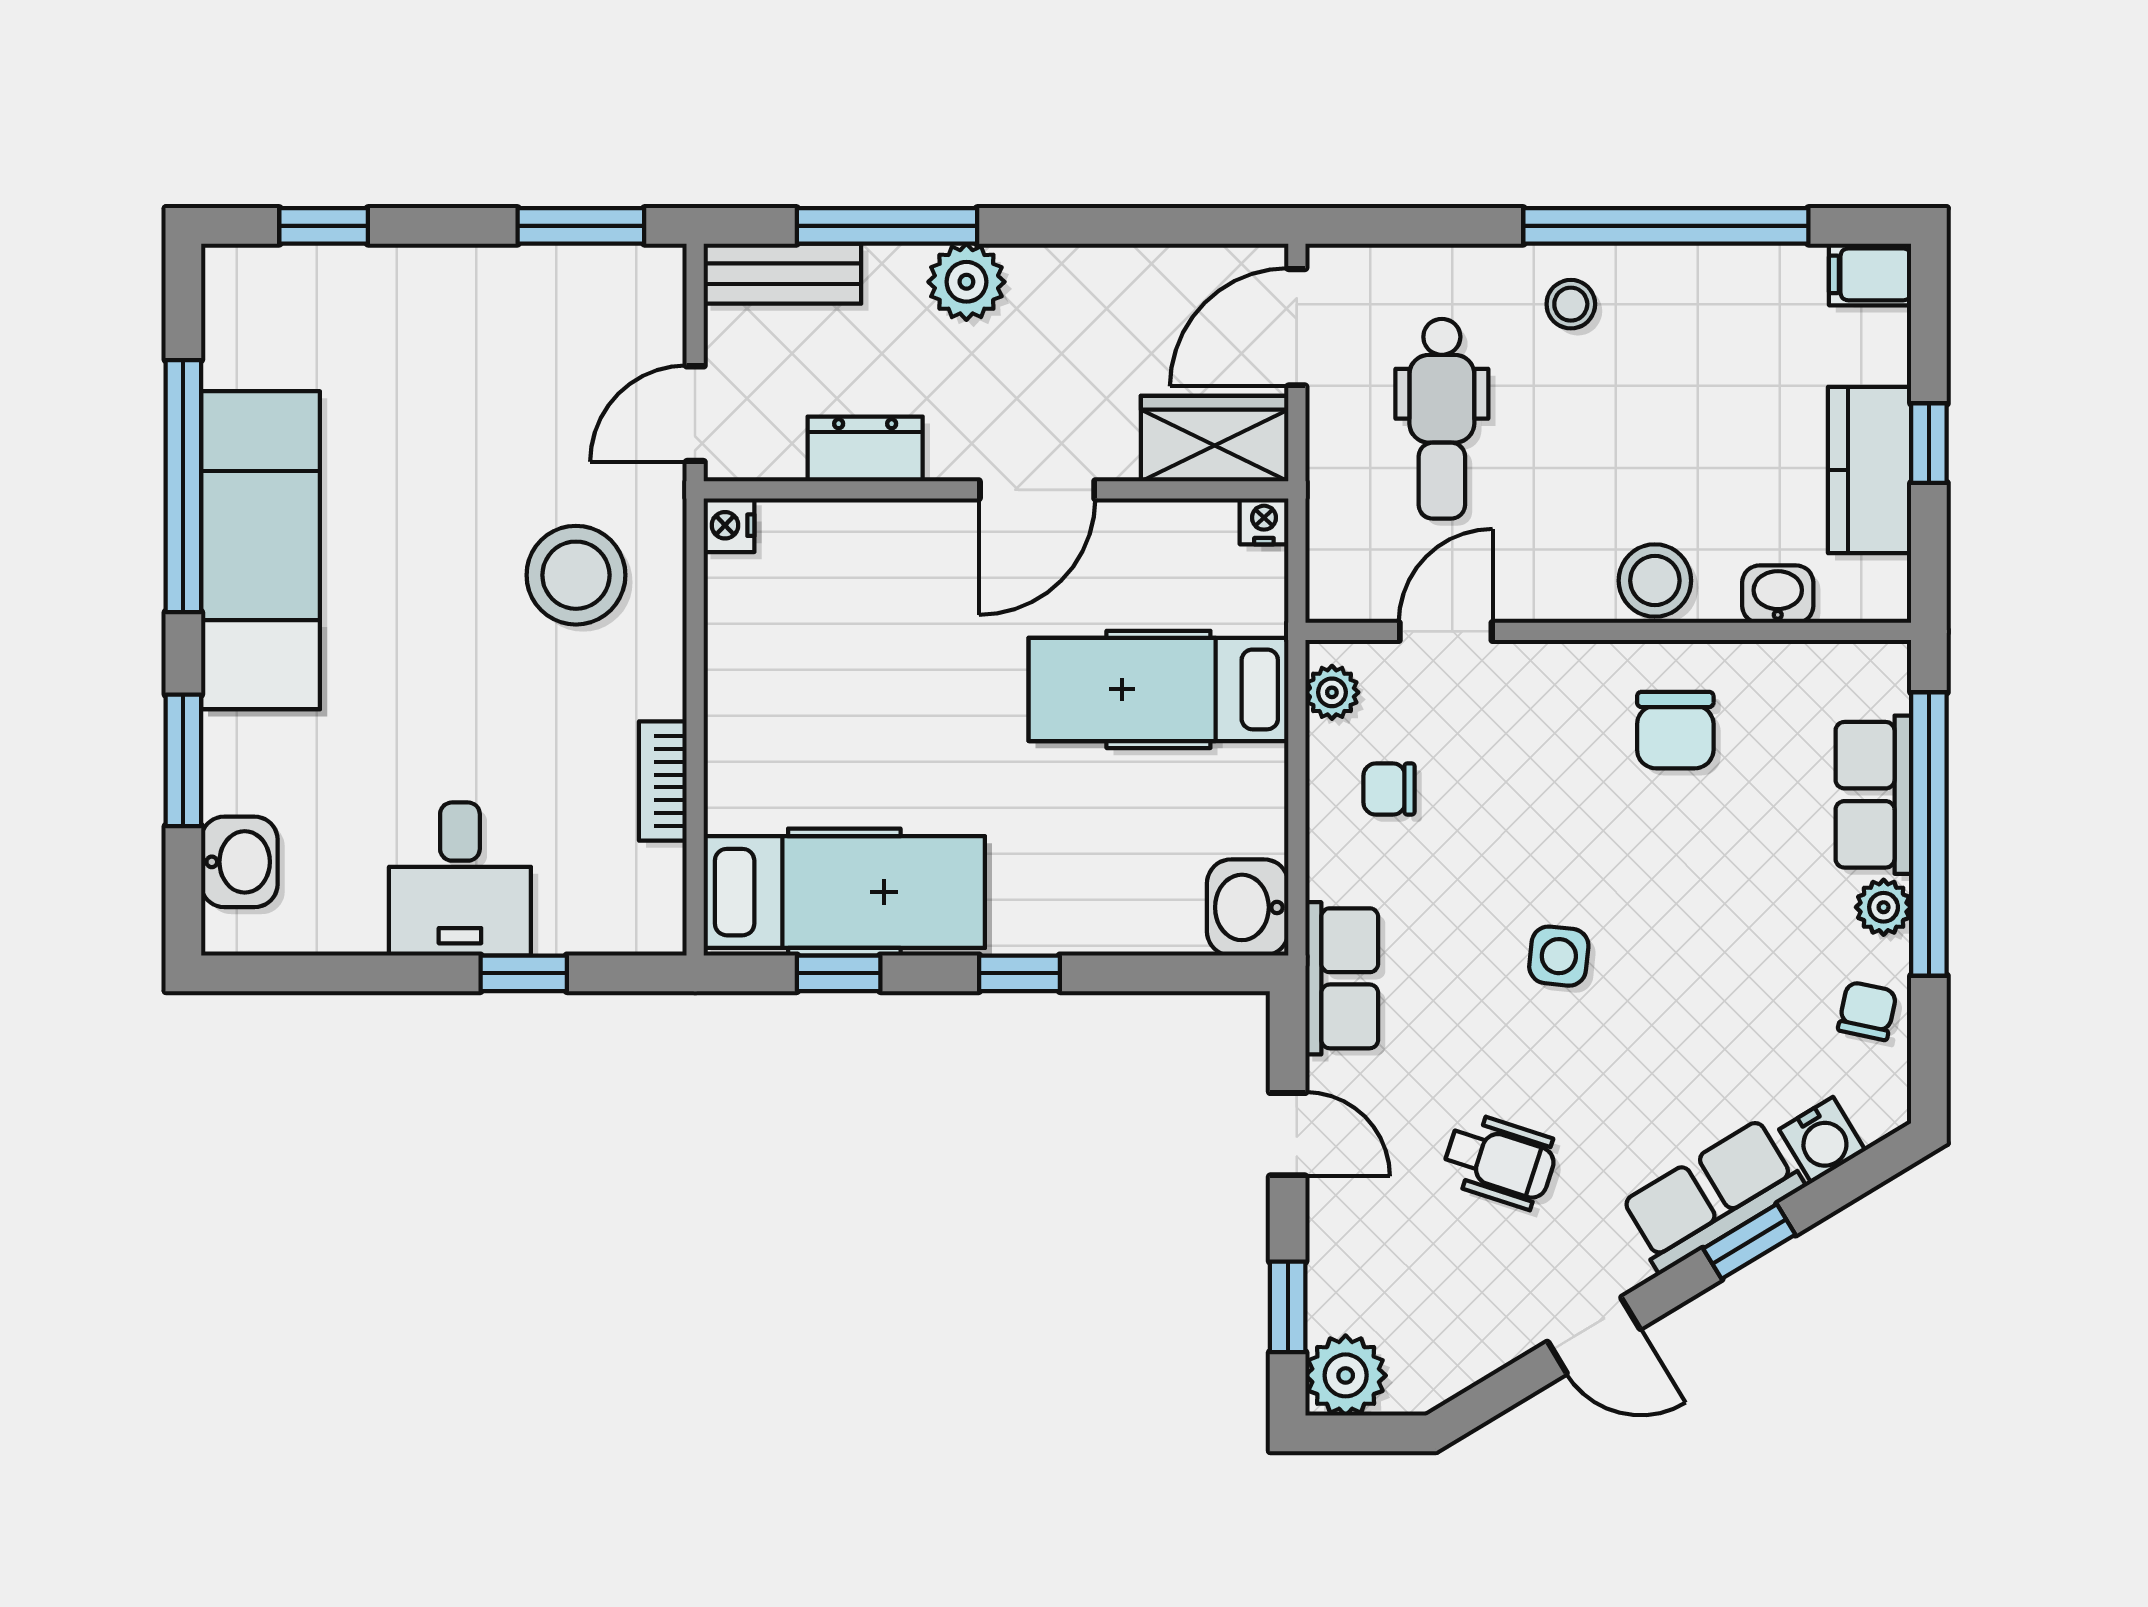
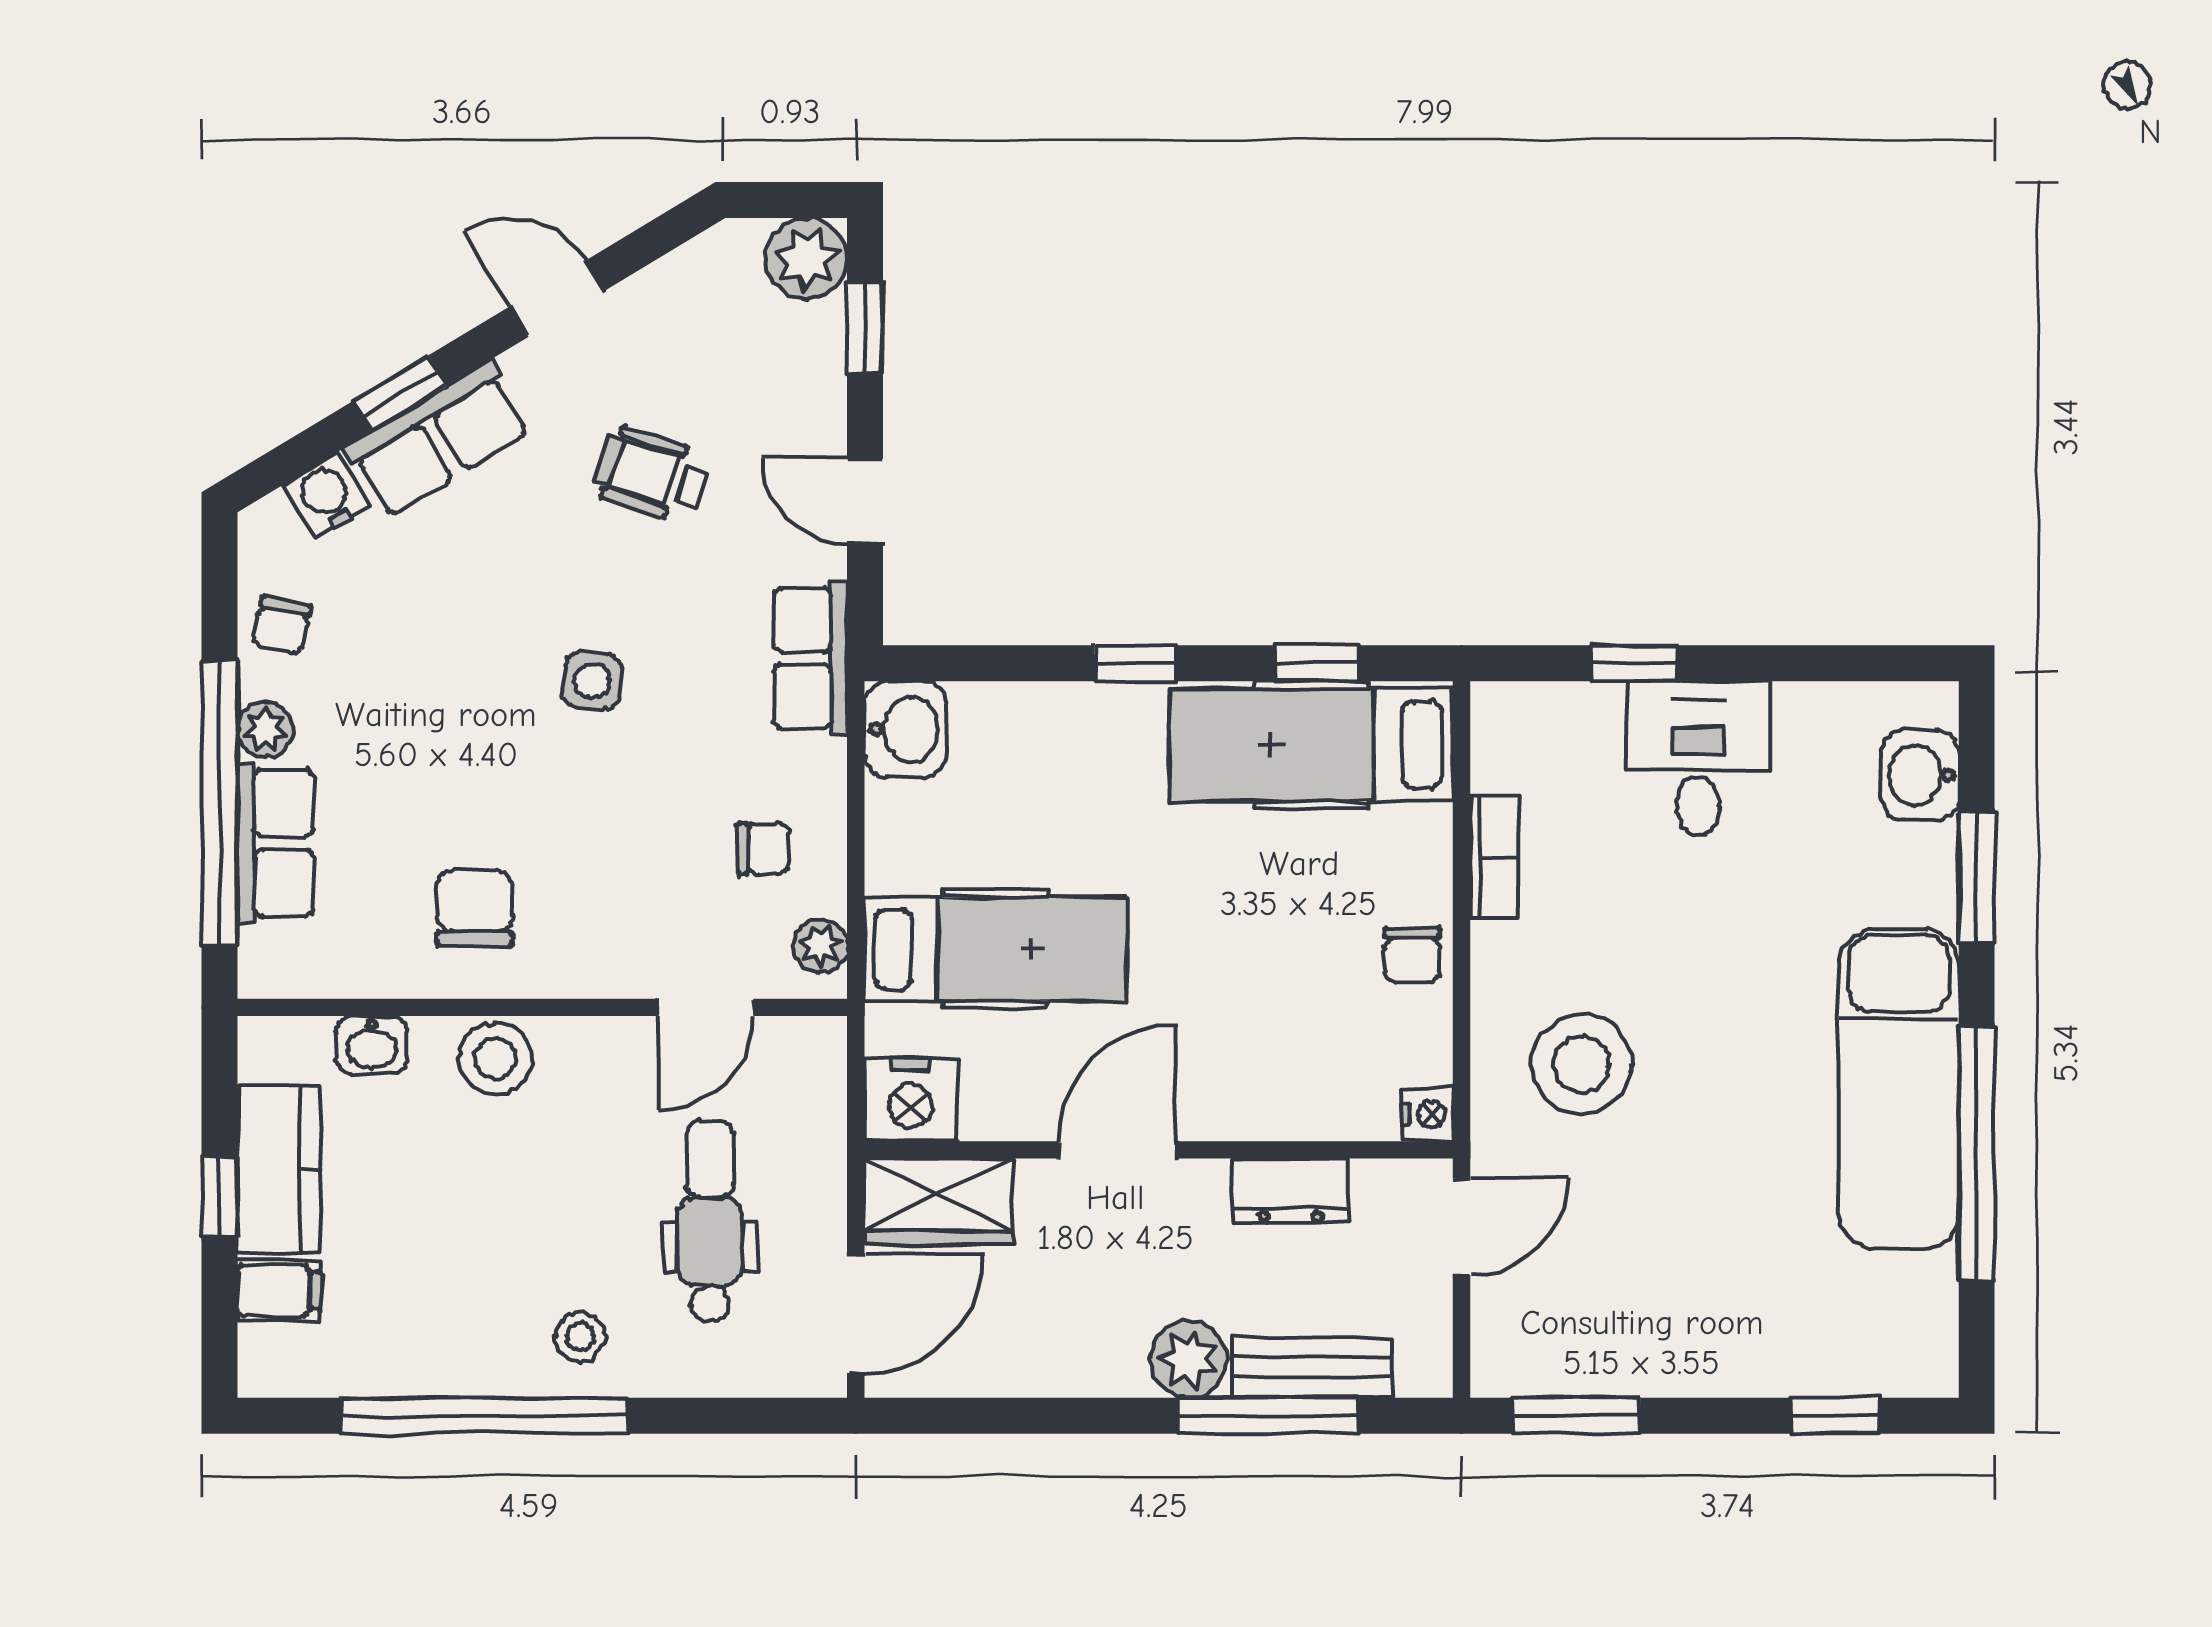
bench: (782, 274) -> (1312, 1368), moved
filing cabinet: (1870, 274) -> (279, 1290), moved
nightstand: (1264, 521) -> (911, 1100), width x1.89, depth x1.79
chair: (744, 683) -> (1412, 955), added

